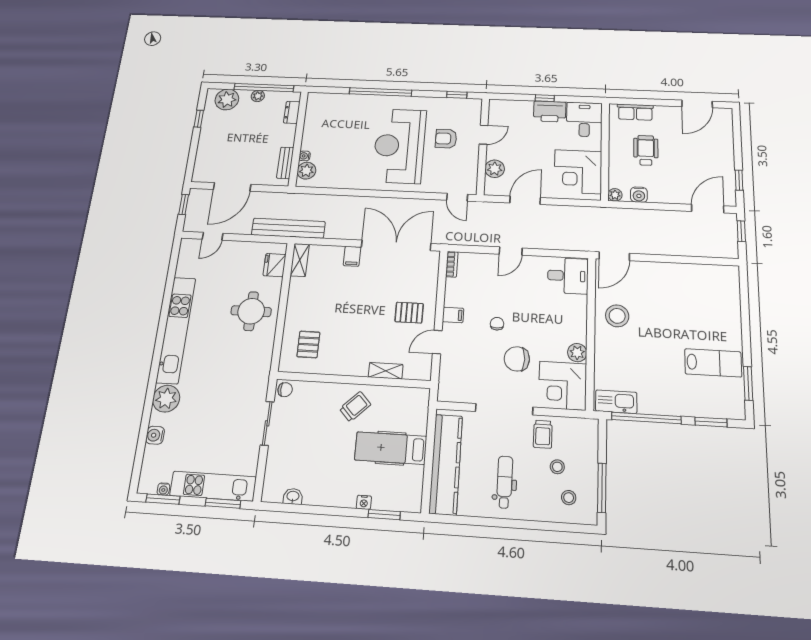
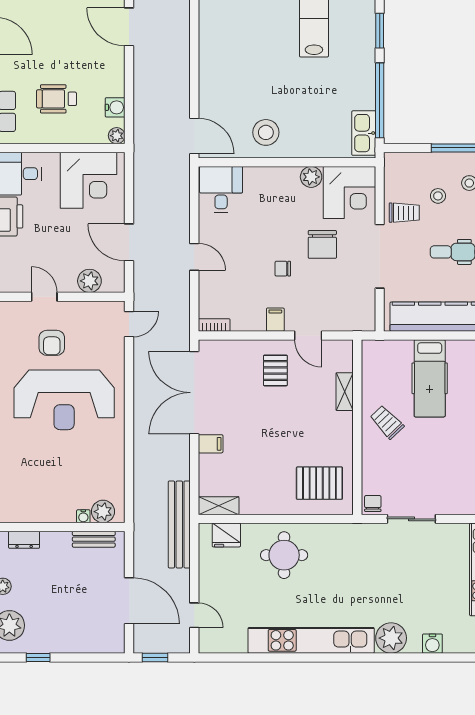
pallet: (308, 344) -> (319, 483), width x1.50, depth x1.42

